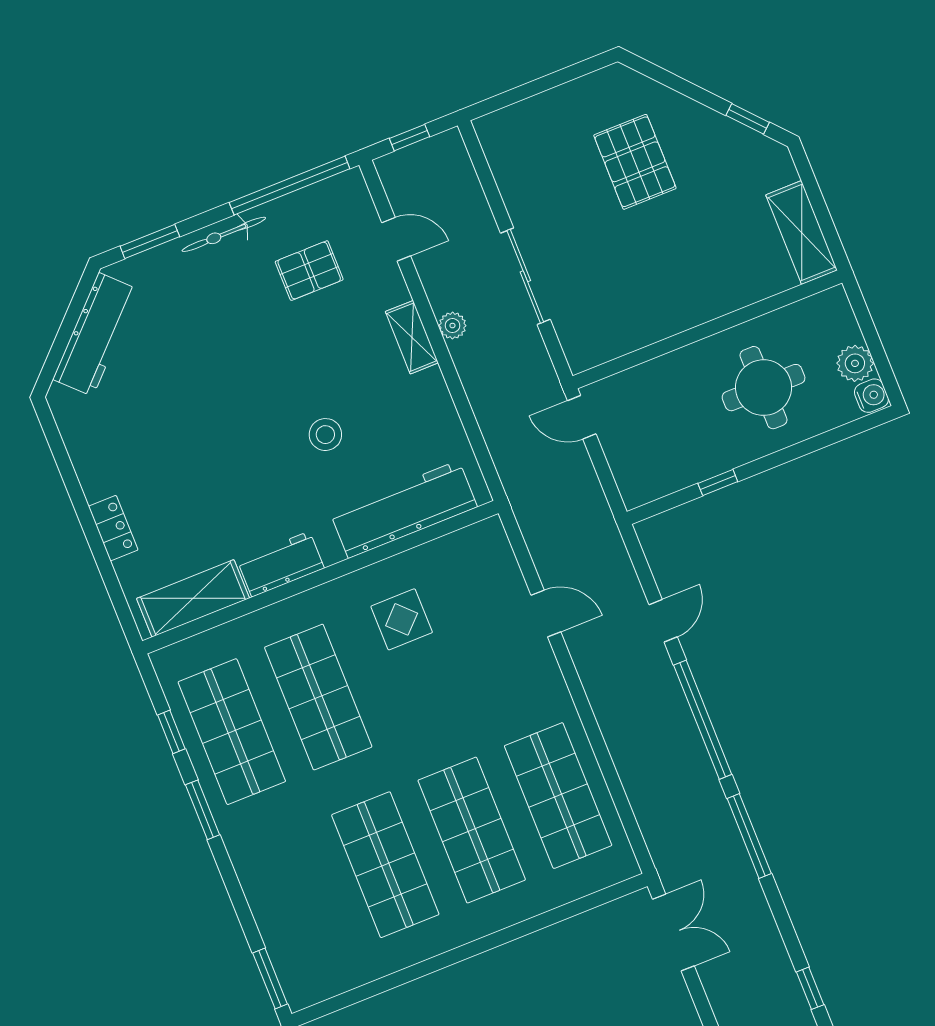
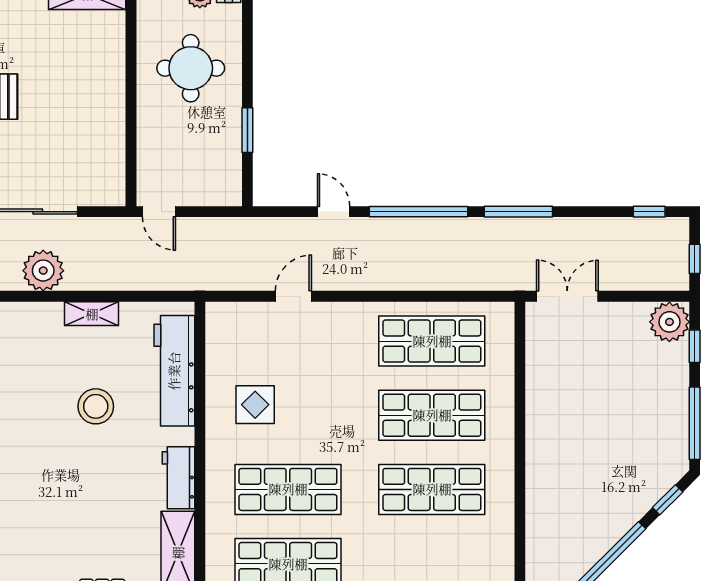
plant: (452, 326) -> (43, 271), width x1.88, depth x1.88
shelving: (412, 337) -> (92, 314), moved
door: (582, 417) -> (159, 212), hinge flipped
stool: (325, 435) -> (96, 406), width x1.38, depth x1.38
window: (718, 483) -> (247, 130), width x1.50

